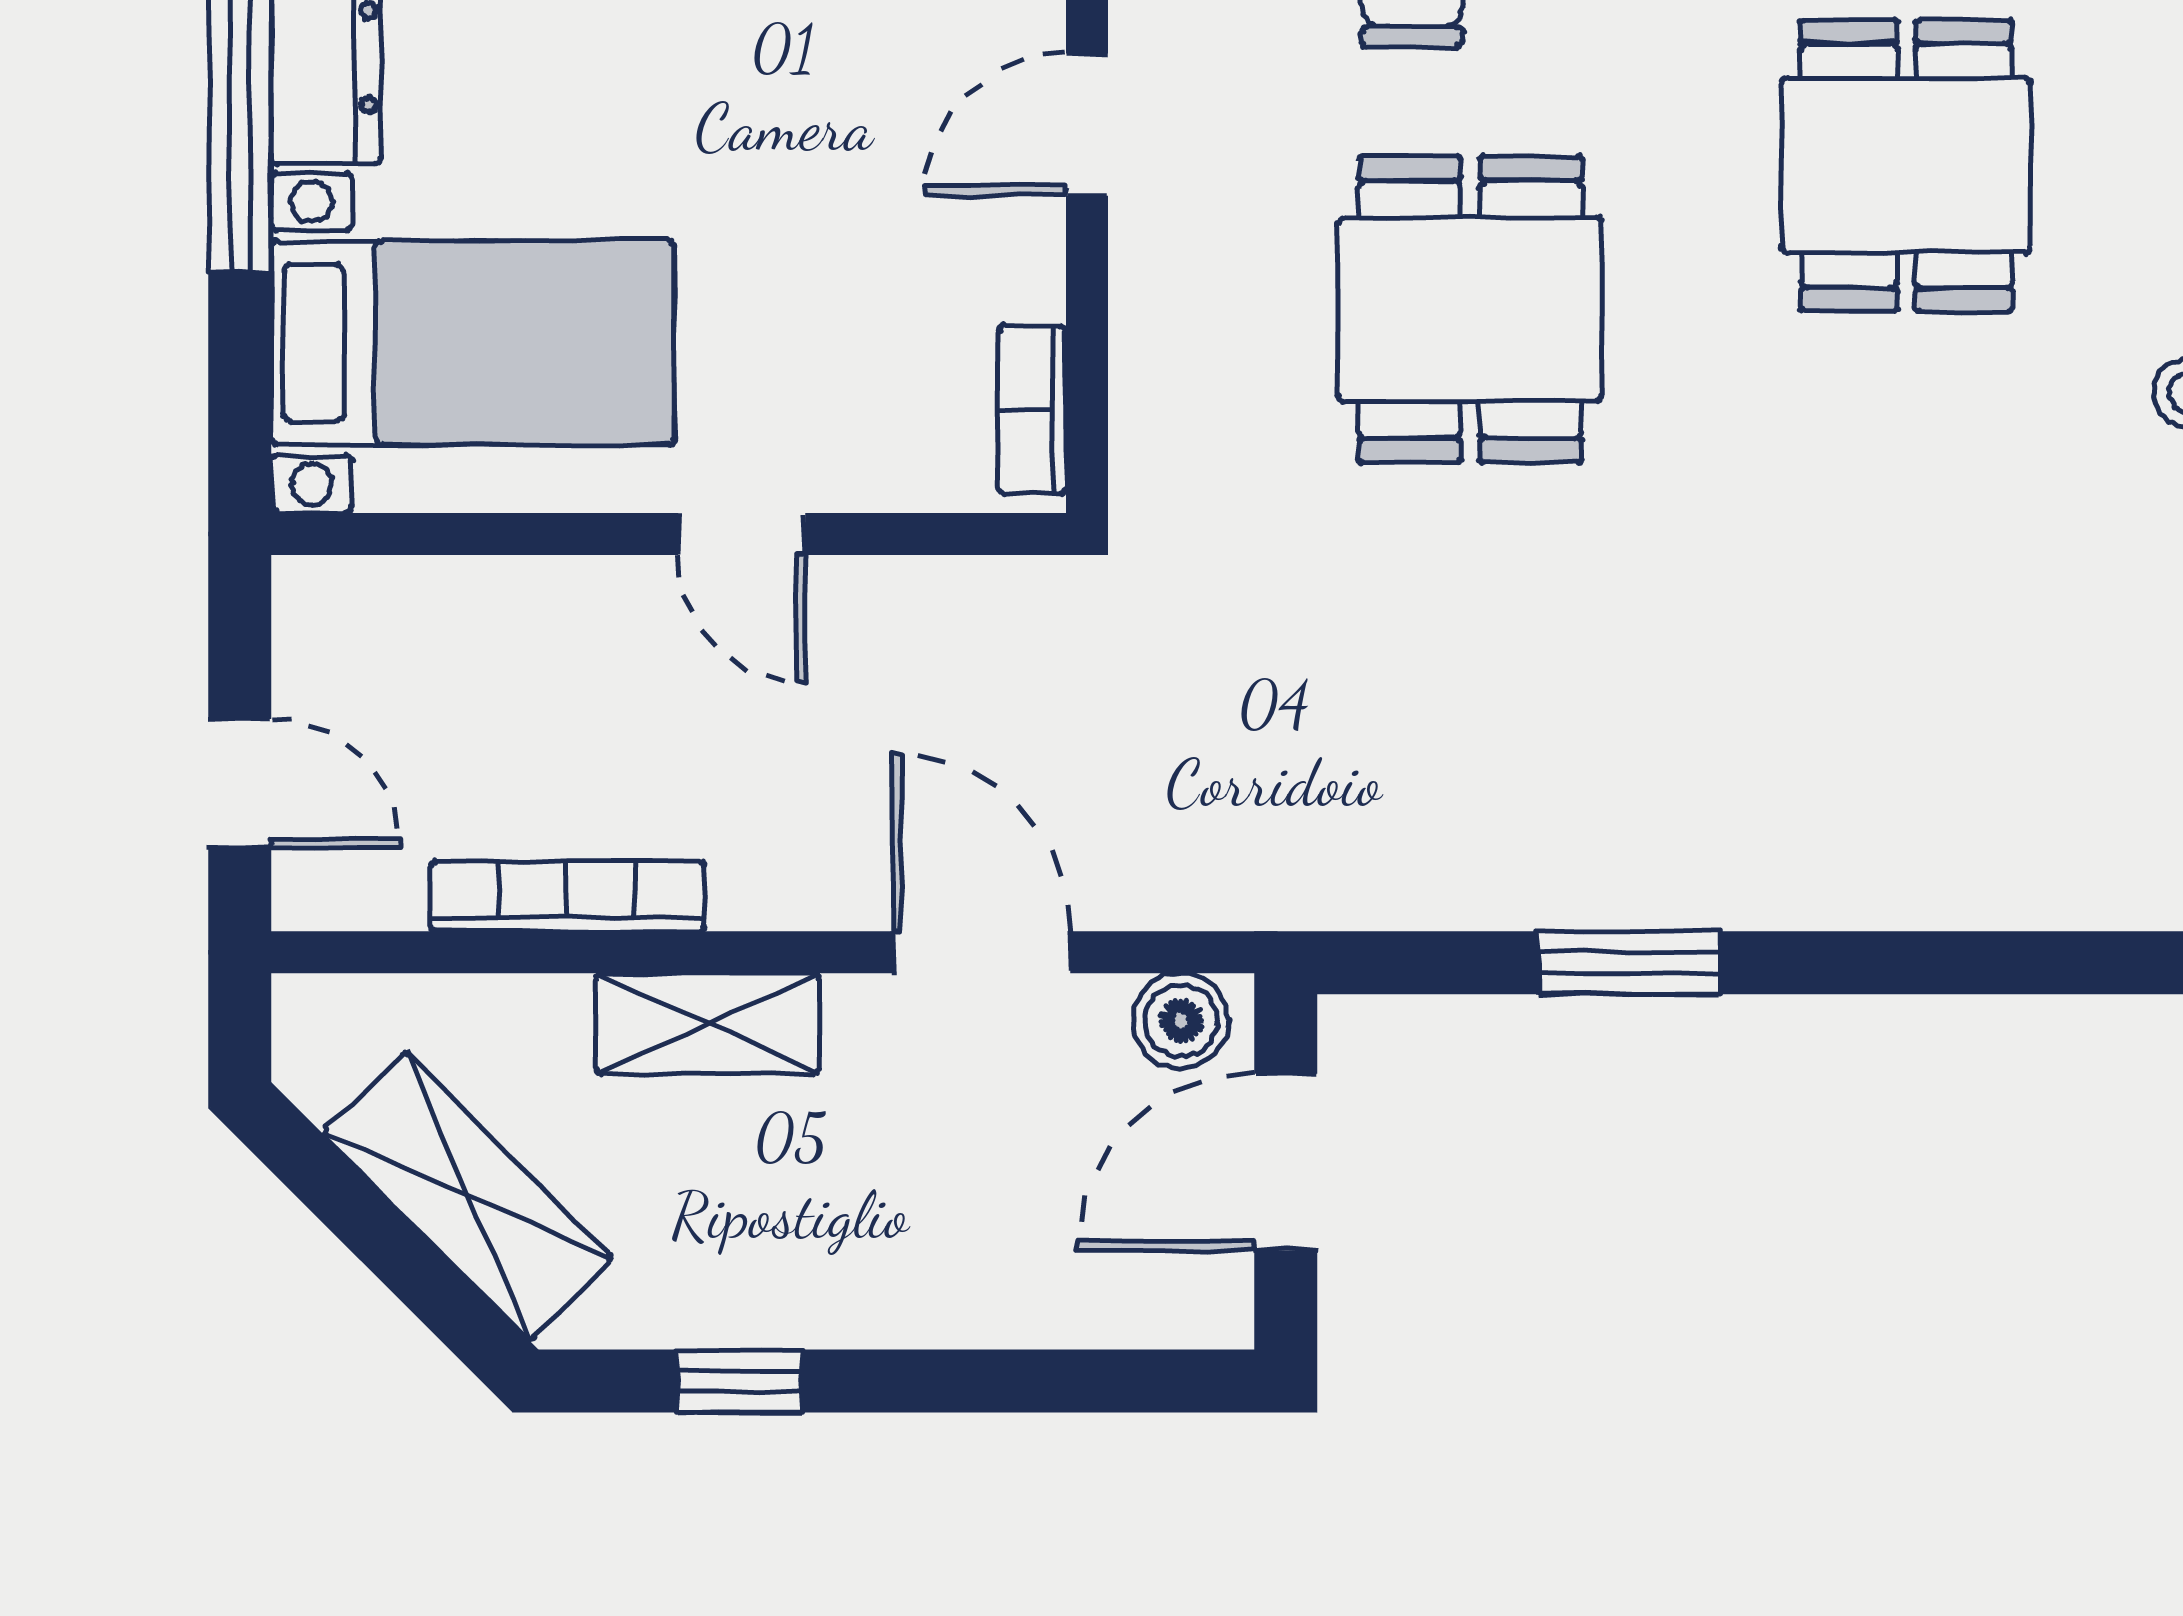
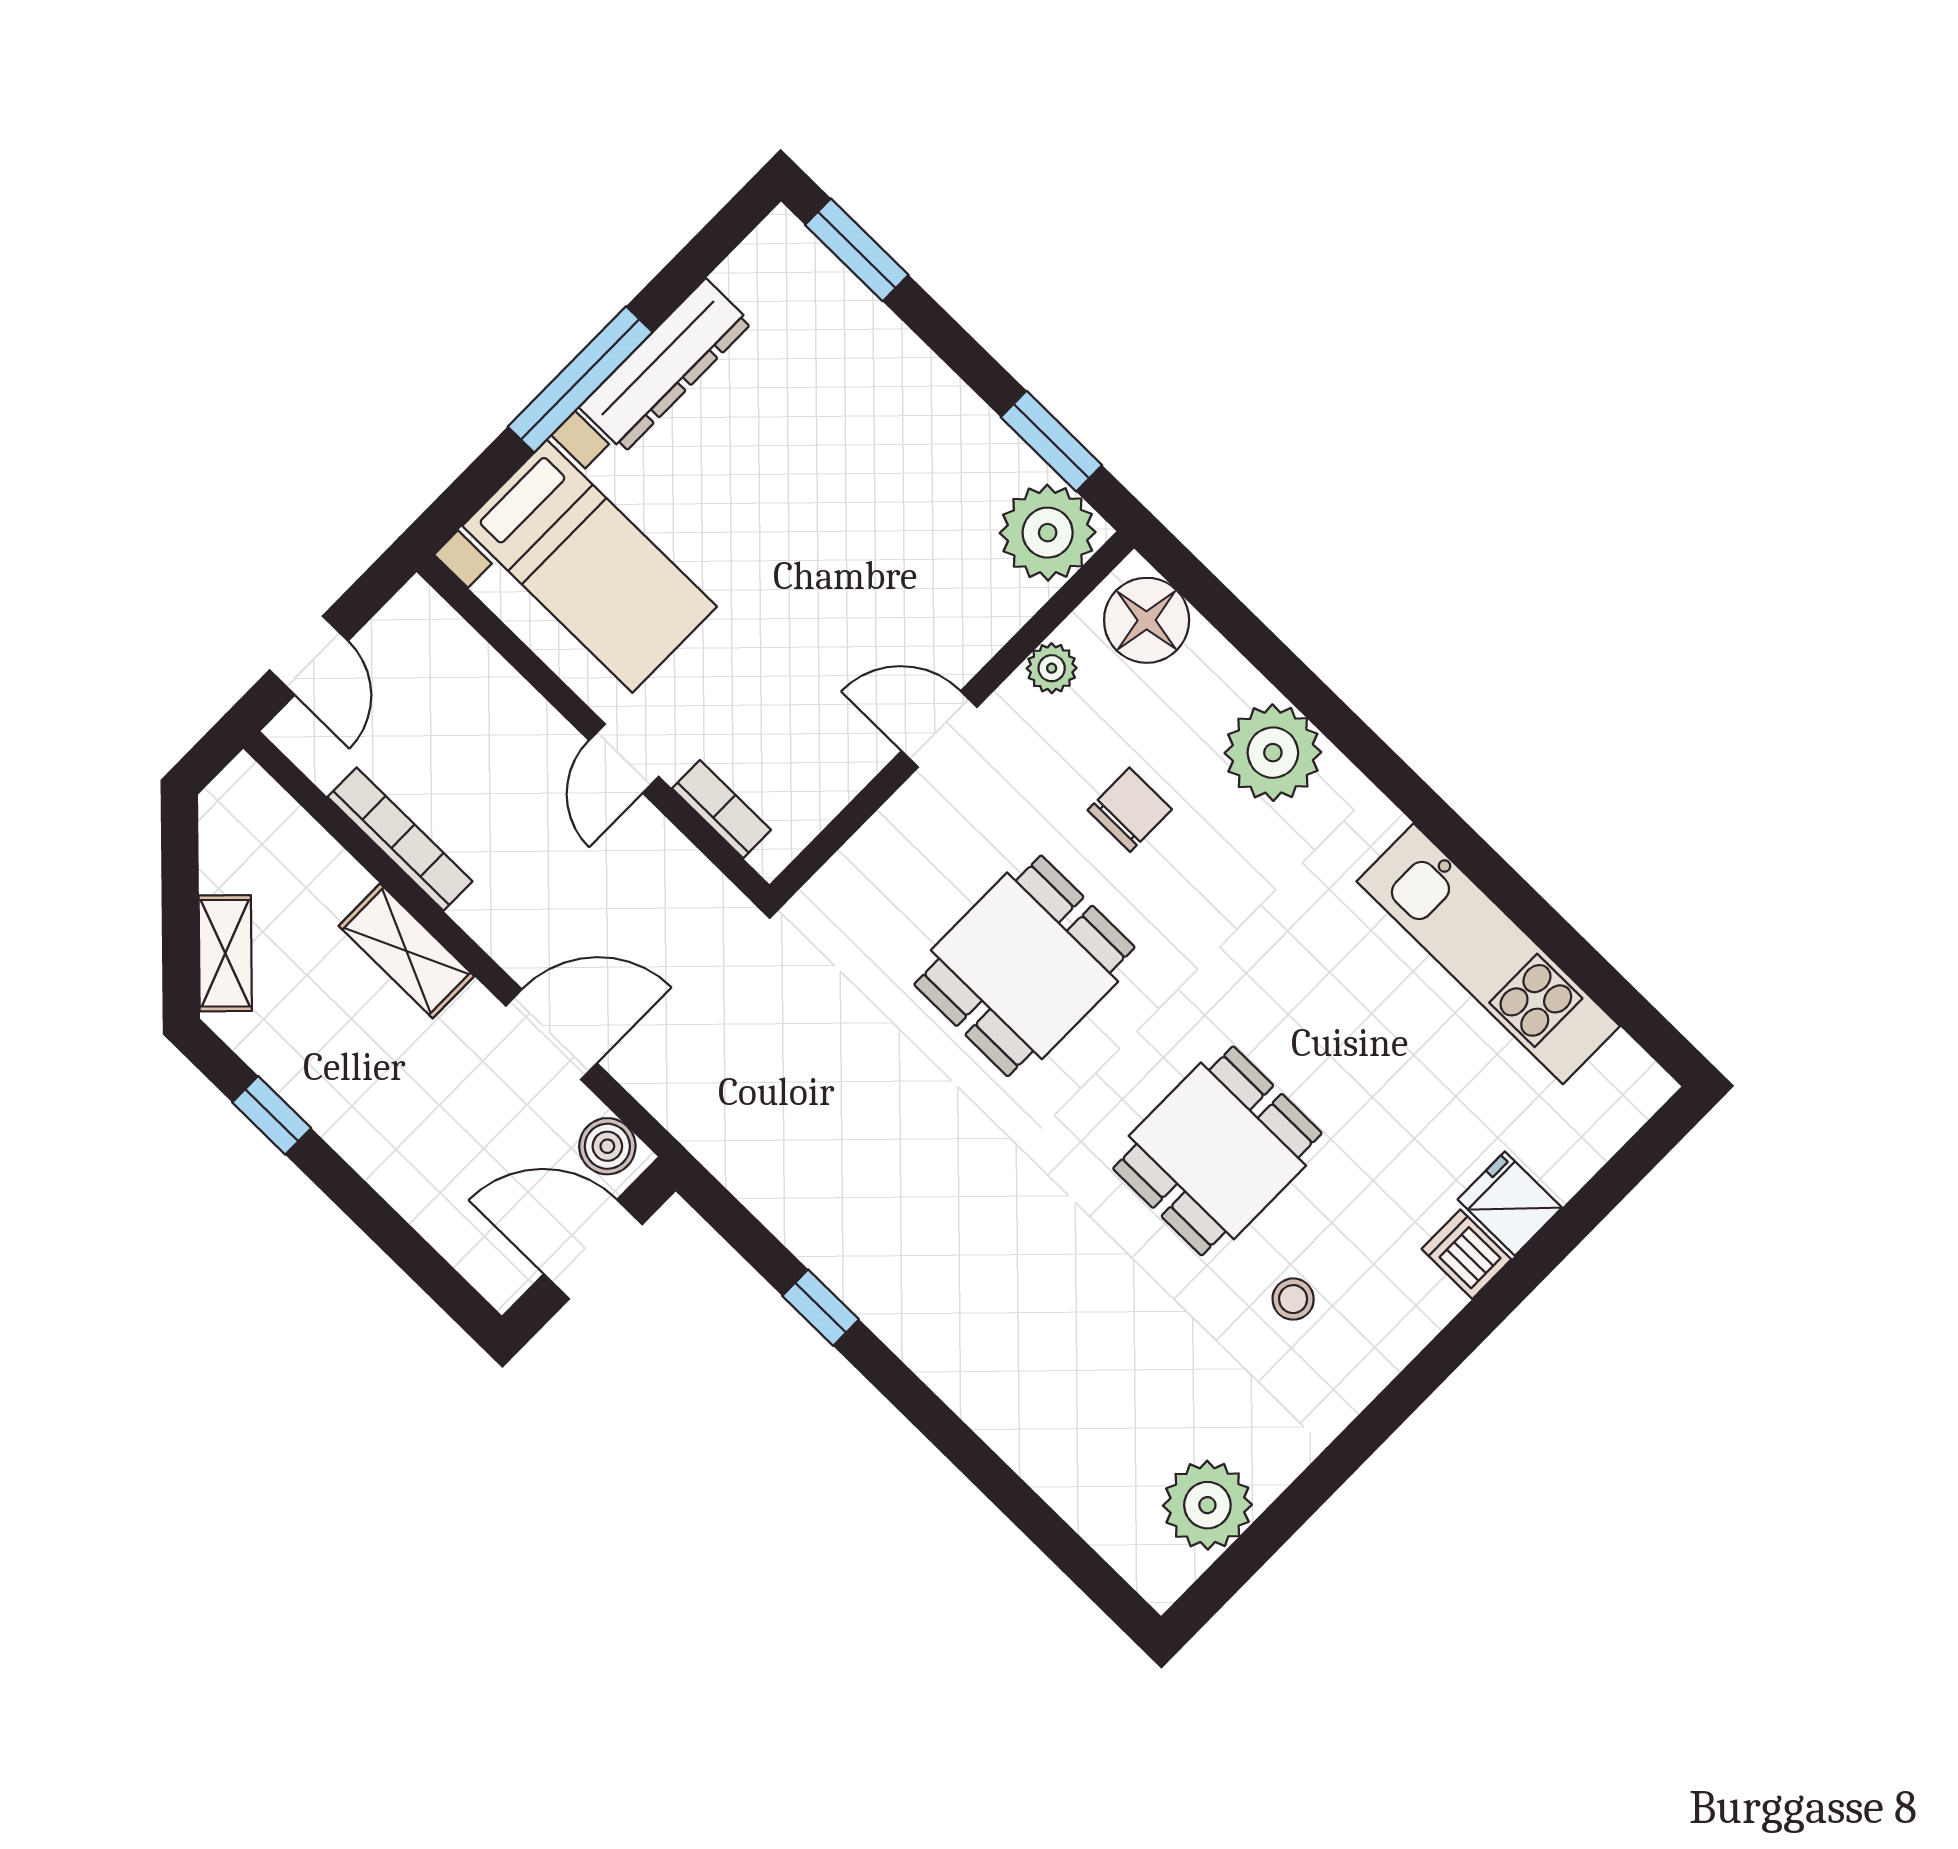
dining table: (1906, 166) -> (1217, 1151), moved
bookcase: (1032, 410) -> (722, 809), moved, turned 90
door: (981, 952) -> (551, 1034), hinge flipped
window: (1629, 963) -> (821, 1308), width x0.67
shelving: (468, 1196) -> (225, 953), width x0.67, depth x0.75

